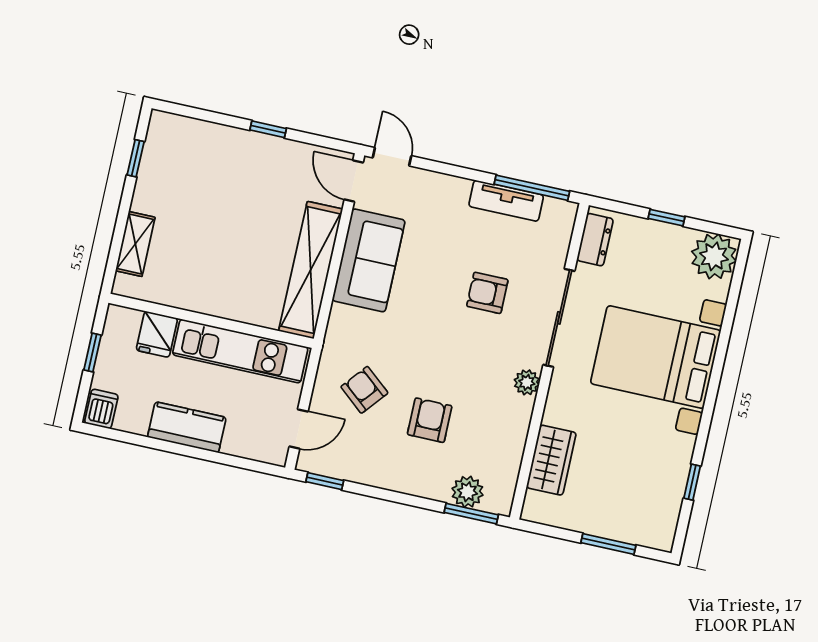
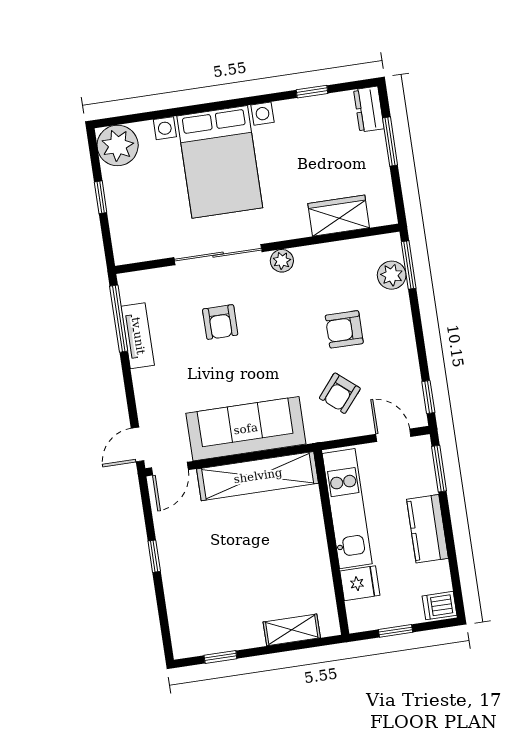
dresser: (595, 240) -> (369, 109), moved, turned -90
sofa: (369, 260) -> (246, 429), width x1.36
window: (245, 464) -> (439, 469), added

